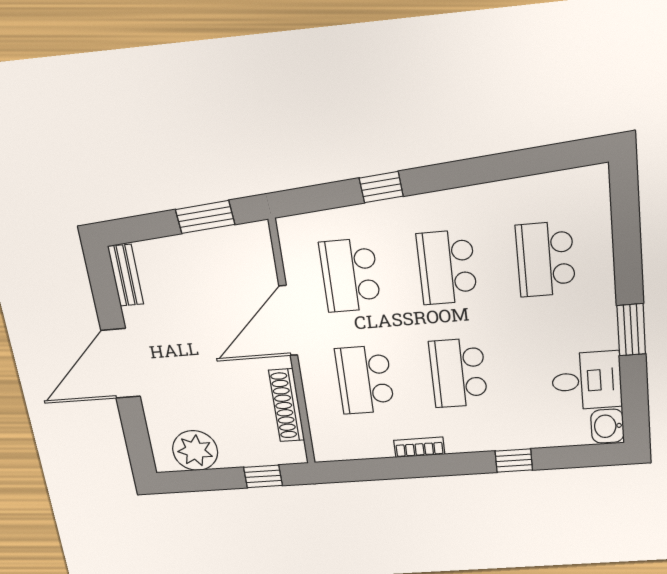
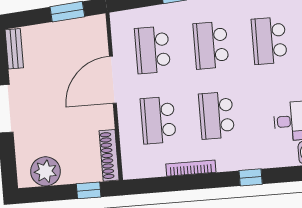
shoe rack: (287, 405) -> (109, 155), moved
bookcase: (419, 447) -> (191, 168), width x1.56

